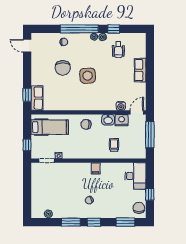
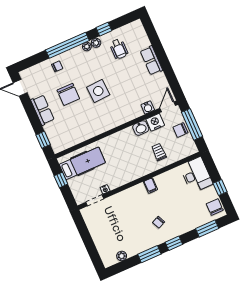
row of seats: (37, 98) -> (42, 110), moved
chair: (86, 124) -> (180, 130), moved
window: (27, 145) -> (61, 180), moved

